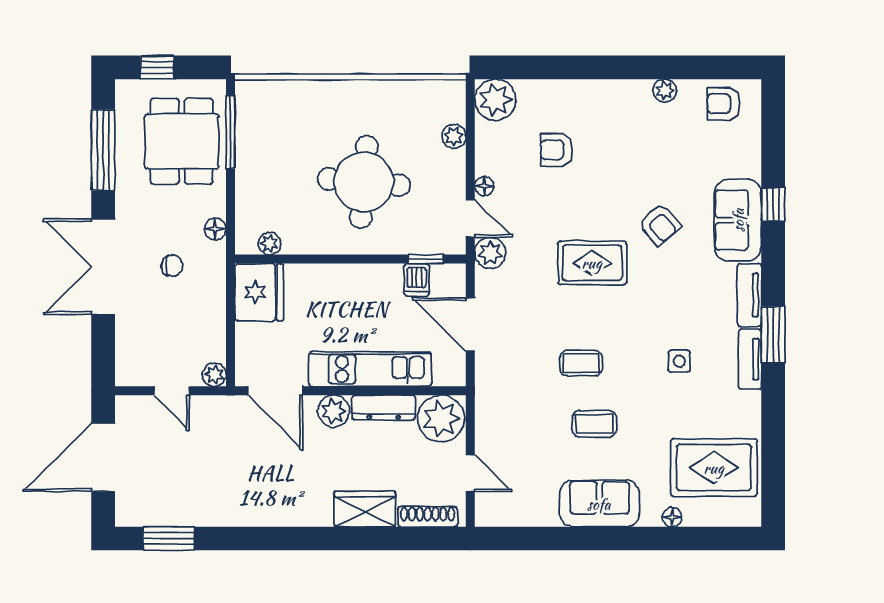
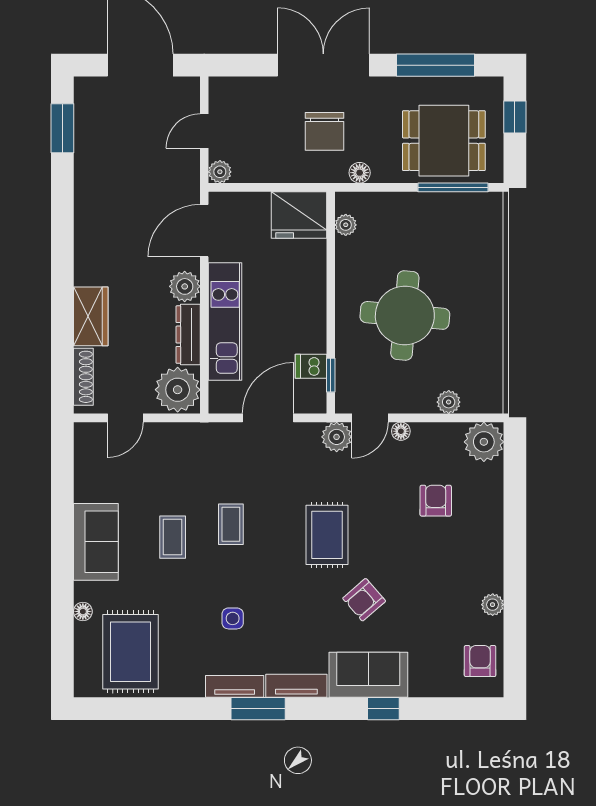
chair: (172, 266) -> (324, 131), width x1.87, depth x1.87

